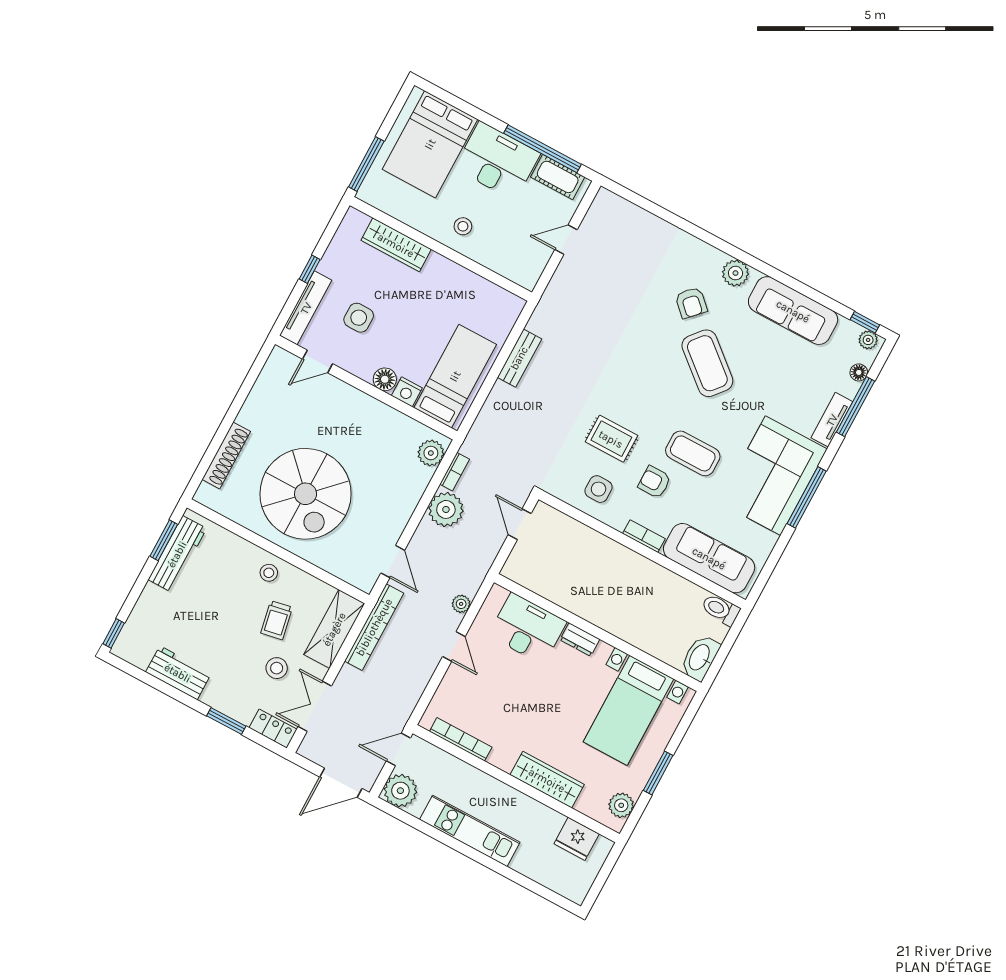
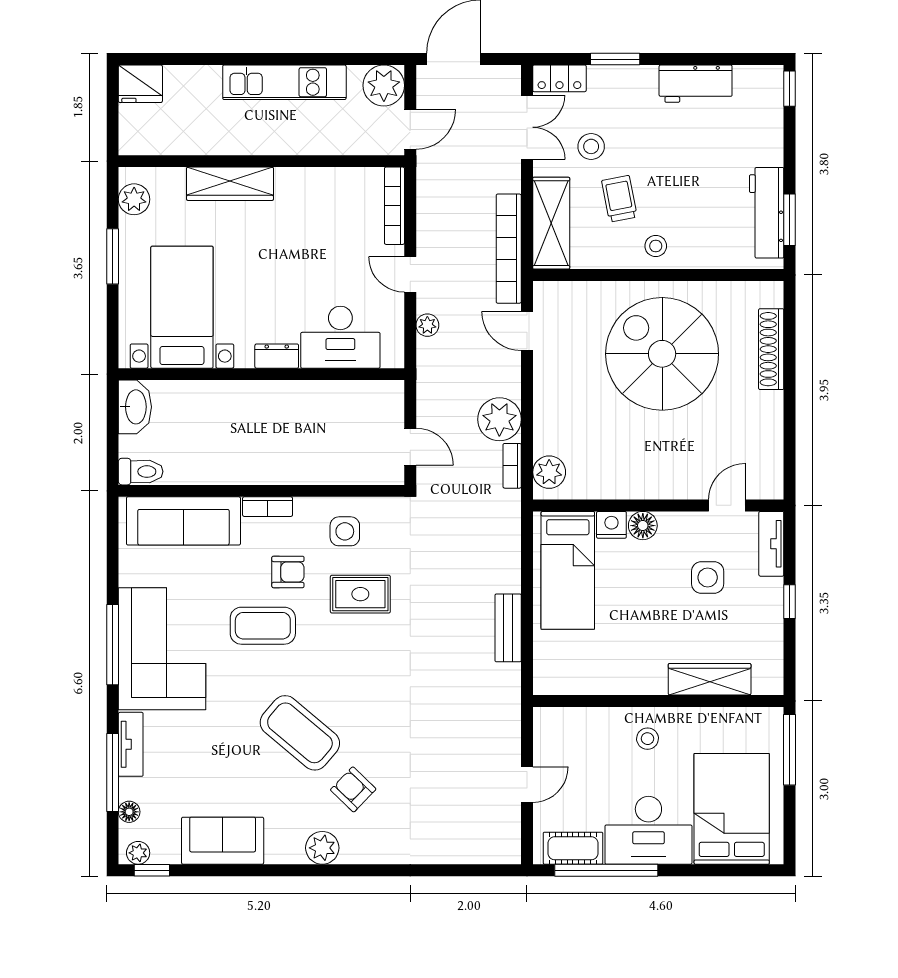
tv unit: (306, 308) -> (771, 544), width x0.71
sofa: (793, 311) -> (223, 841), width x0.73
bookcase: (461, 739) -> (394, 206), moved, turned 90
fridge: (577, 839) -> (140, 84), moved, turned 180

